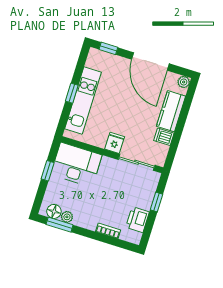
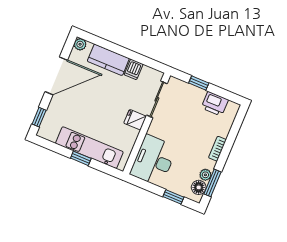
window: (48, 171) -> (173, 197), moved
bookcase: (108, 231) -> (217, 149), moved

